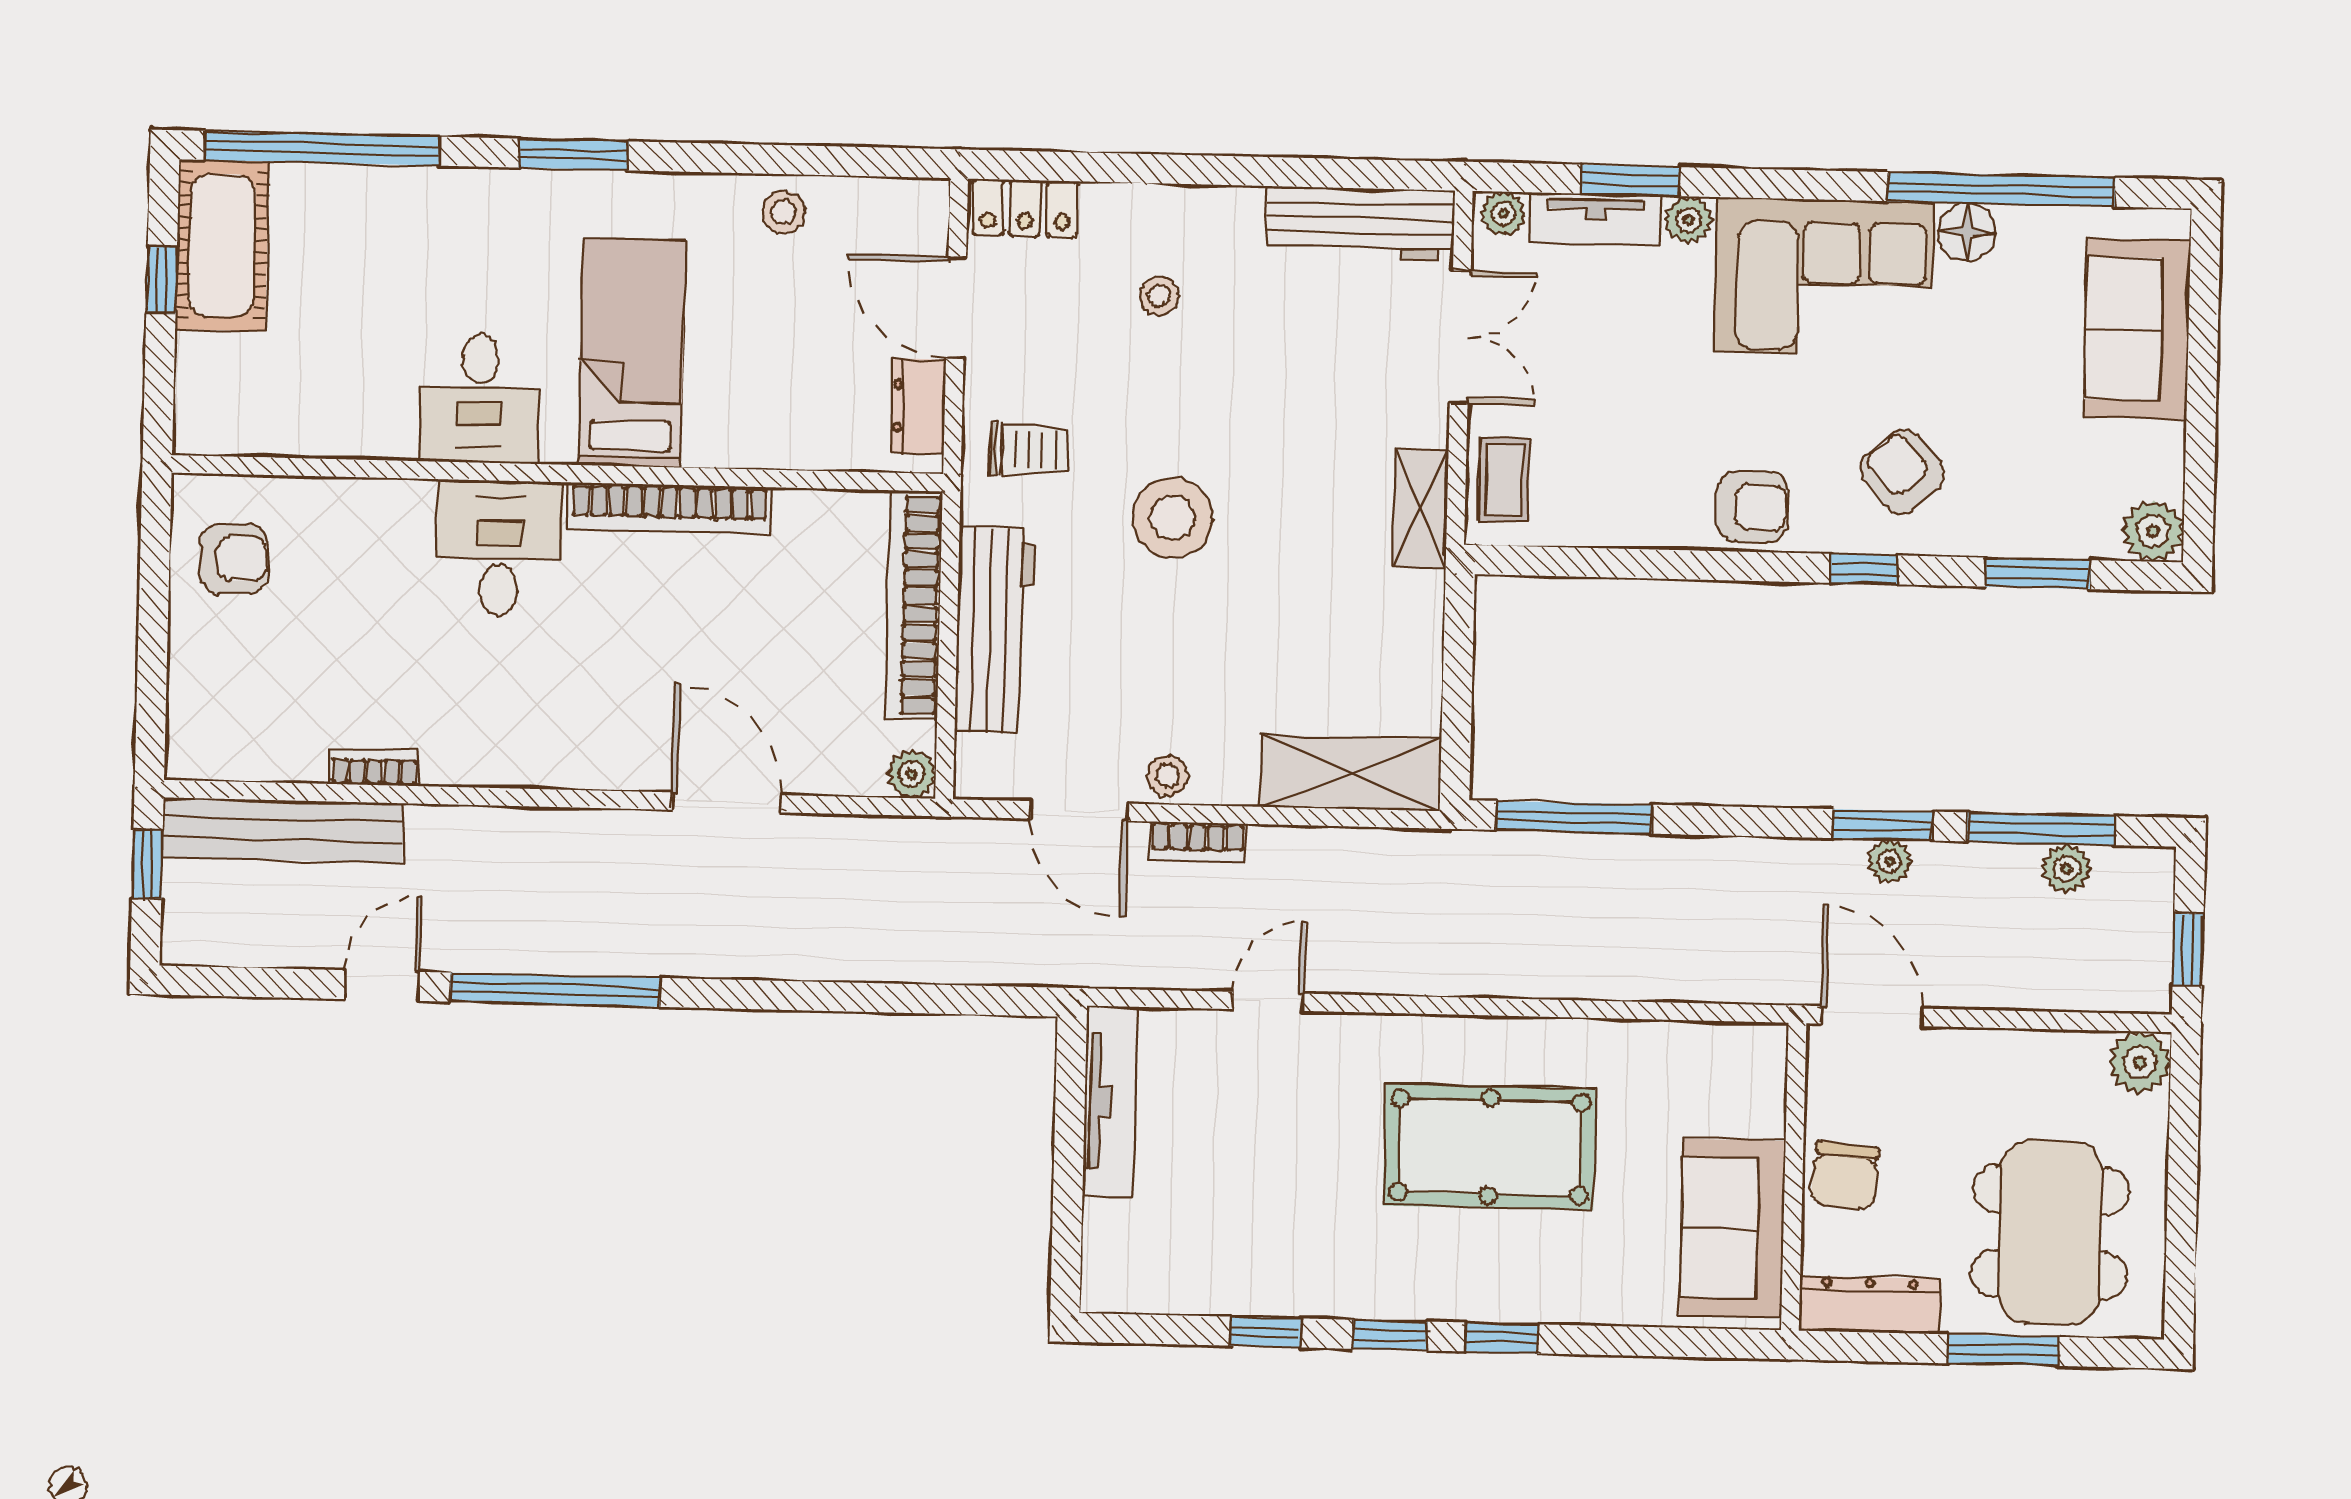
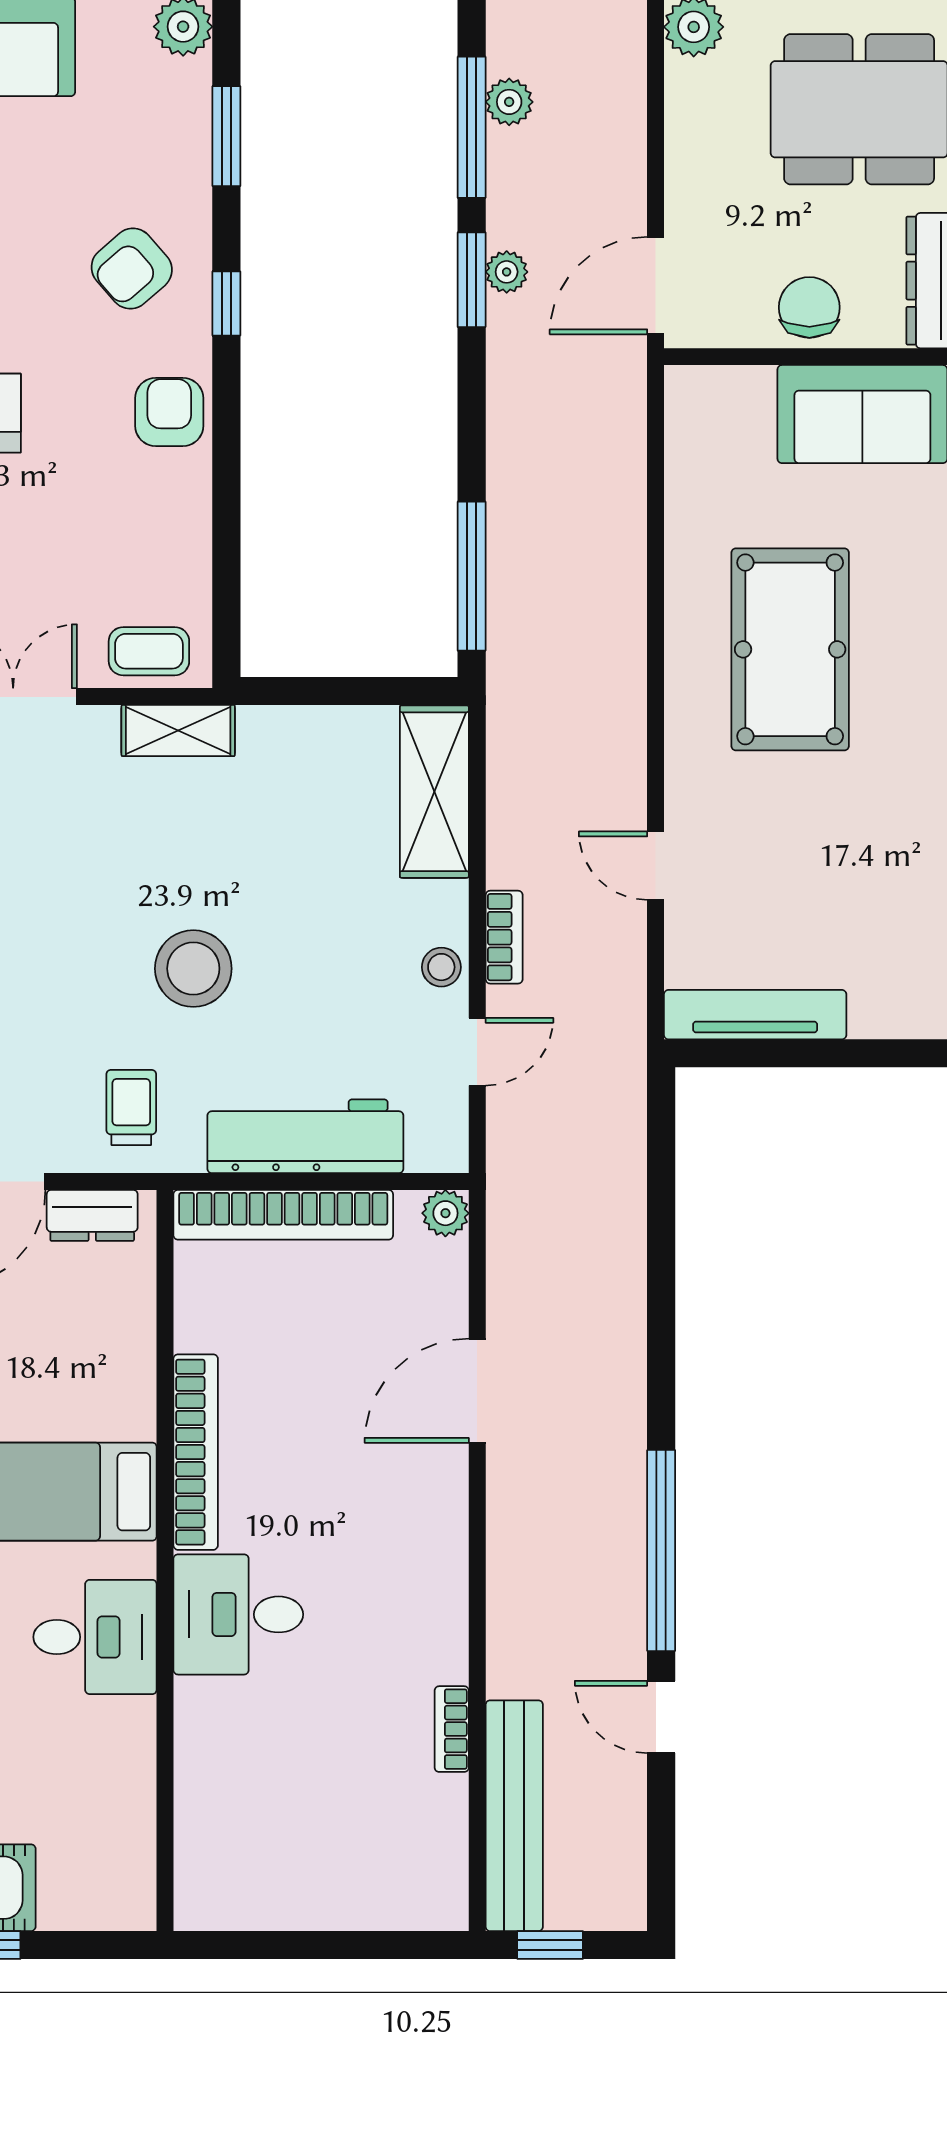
armchair: (234, 559) -> (255, 1869), removed
door: (1079, 811) -> (477, 1052), width x0.73
chair: (1845, 1176) -> (809, 307), turned -95

